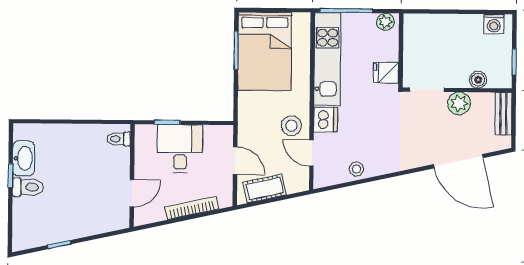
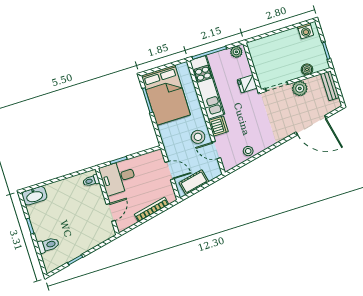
desk: (180, 149) -> (118, 178), moved, turned -90
washbasin: (24, 158) -> (34, 196), moved, turned 90
toilet: (28, 187) -> (48, 245), moved

